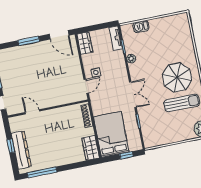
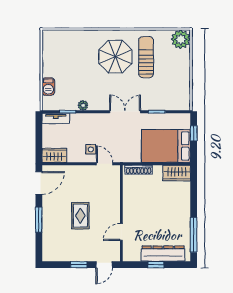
rug: (39, 75) -> (80, 216), added

